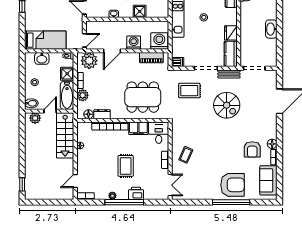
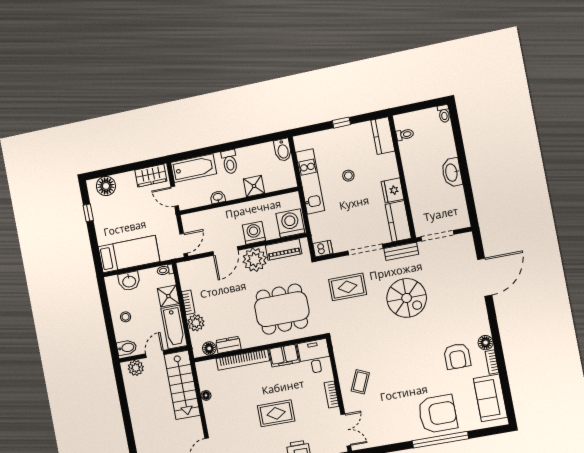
plant: (89, 61) -> (255, 260), moved
rug: (126, 166) -> (276, 413), turned 90

